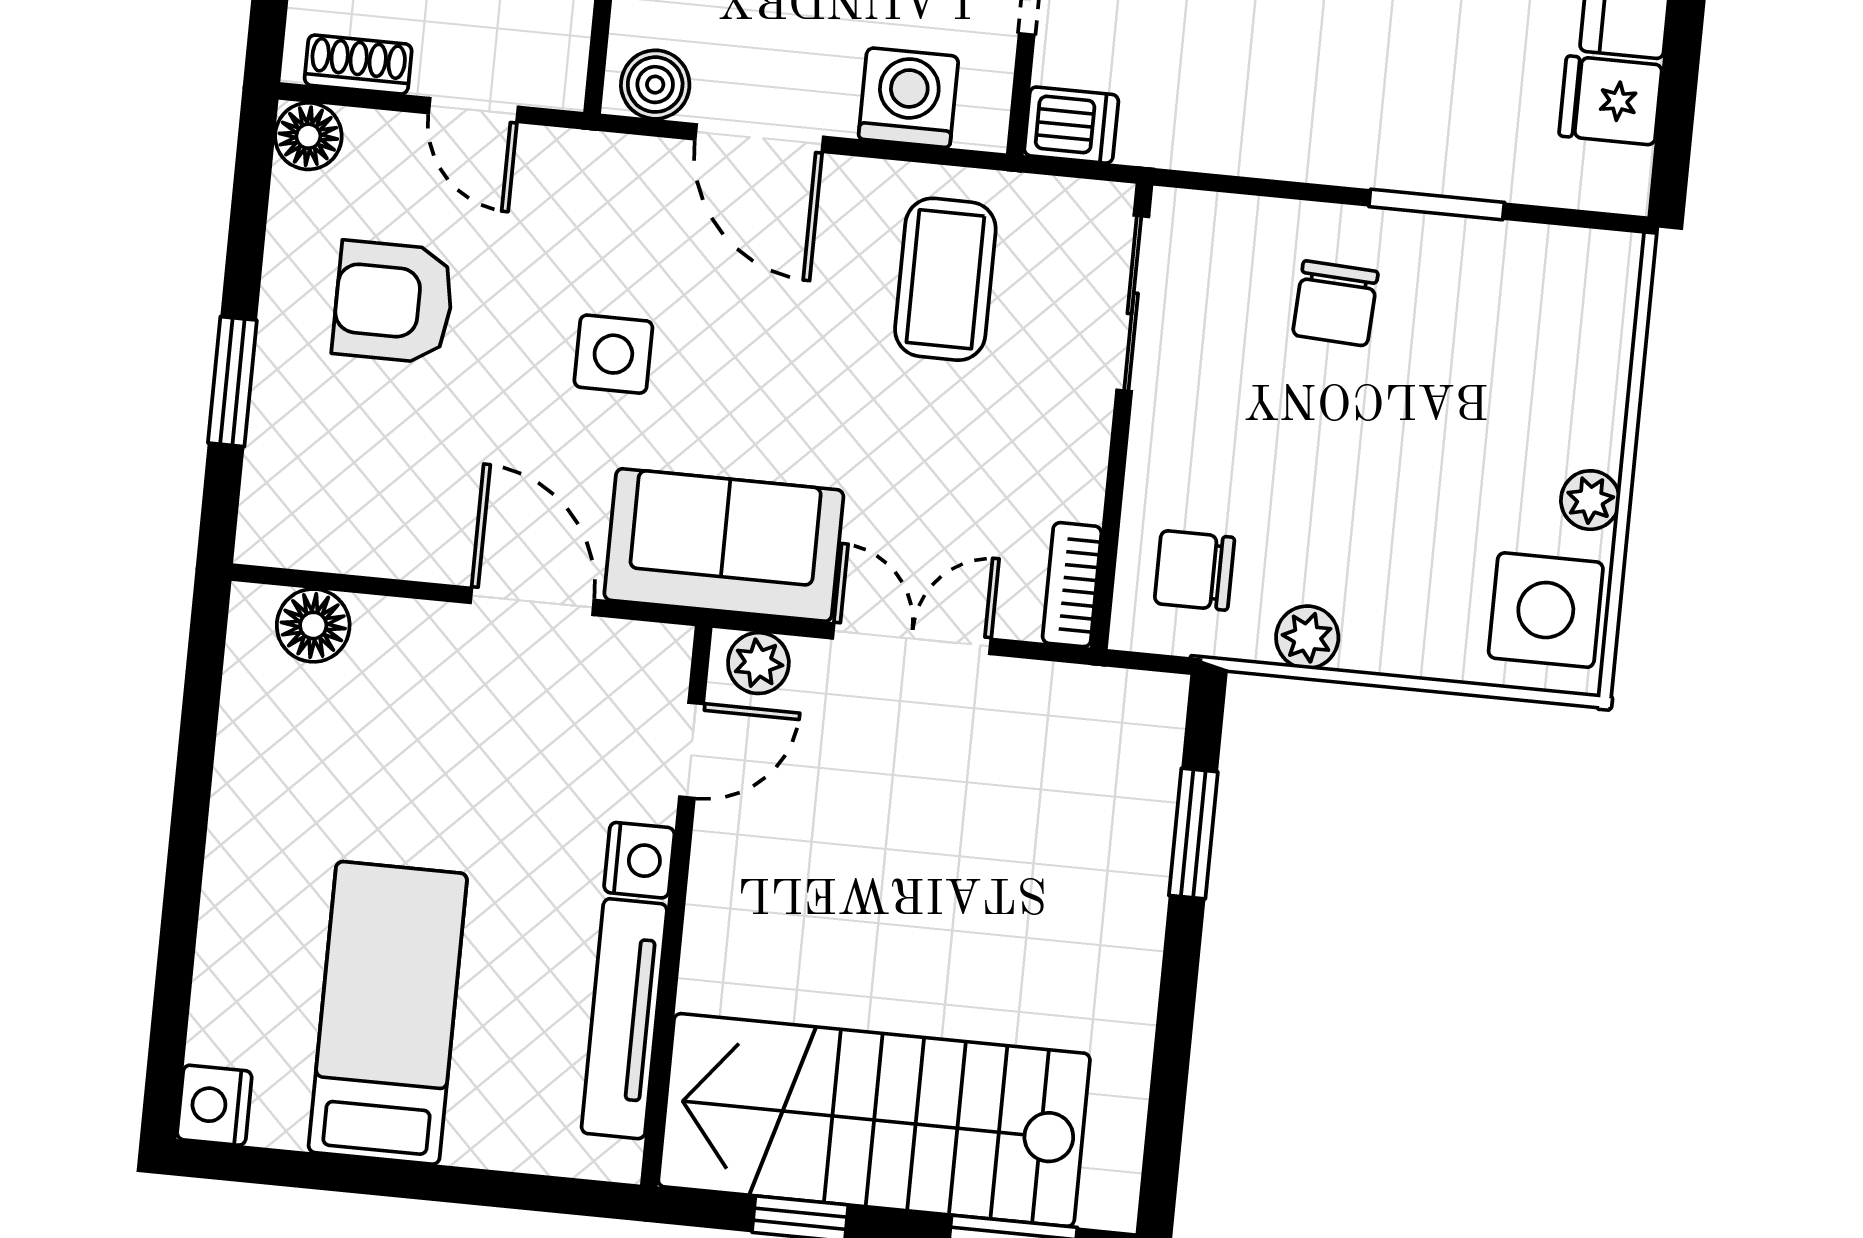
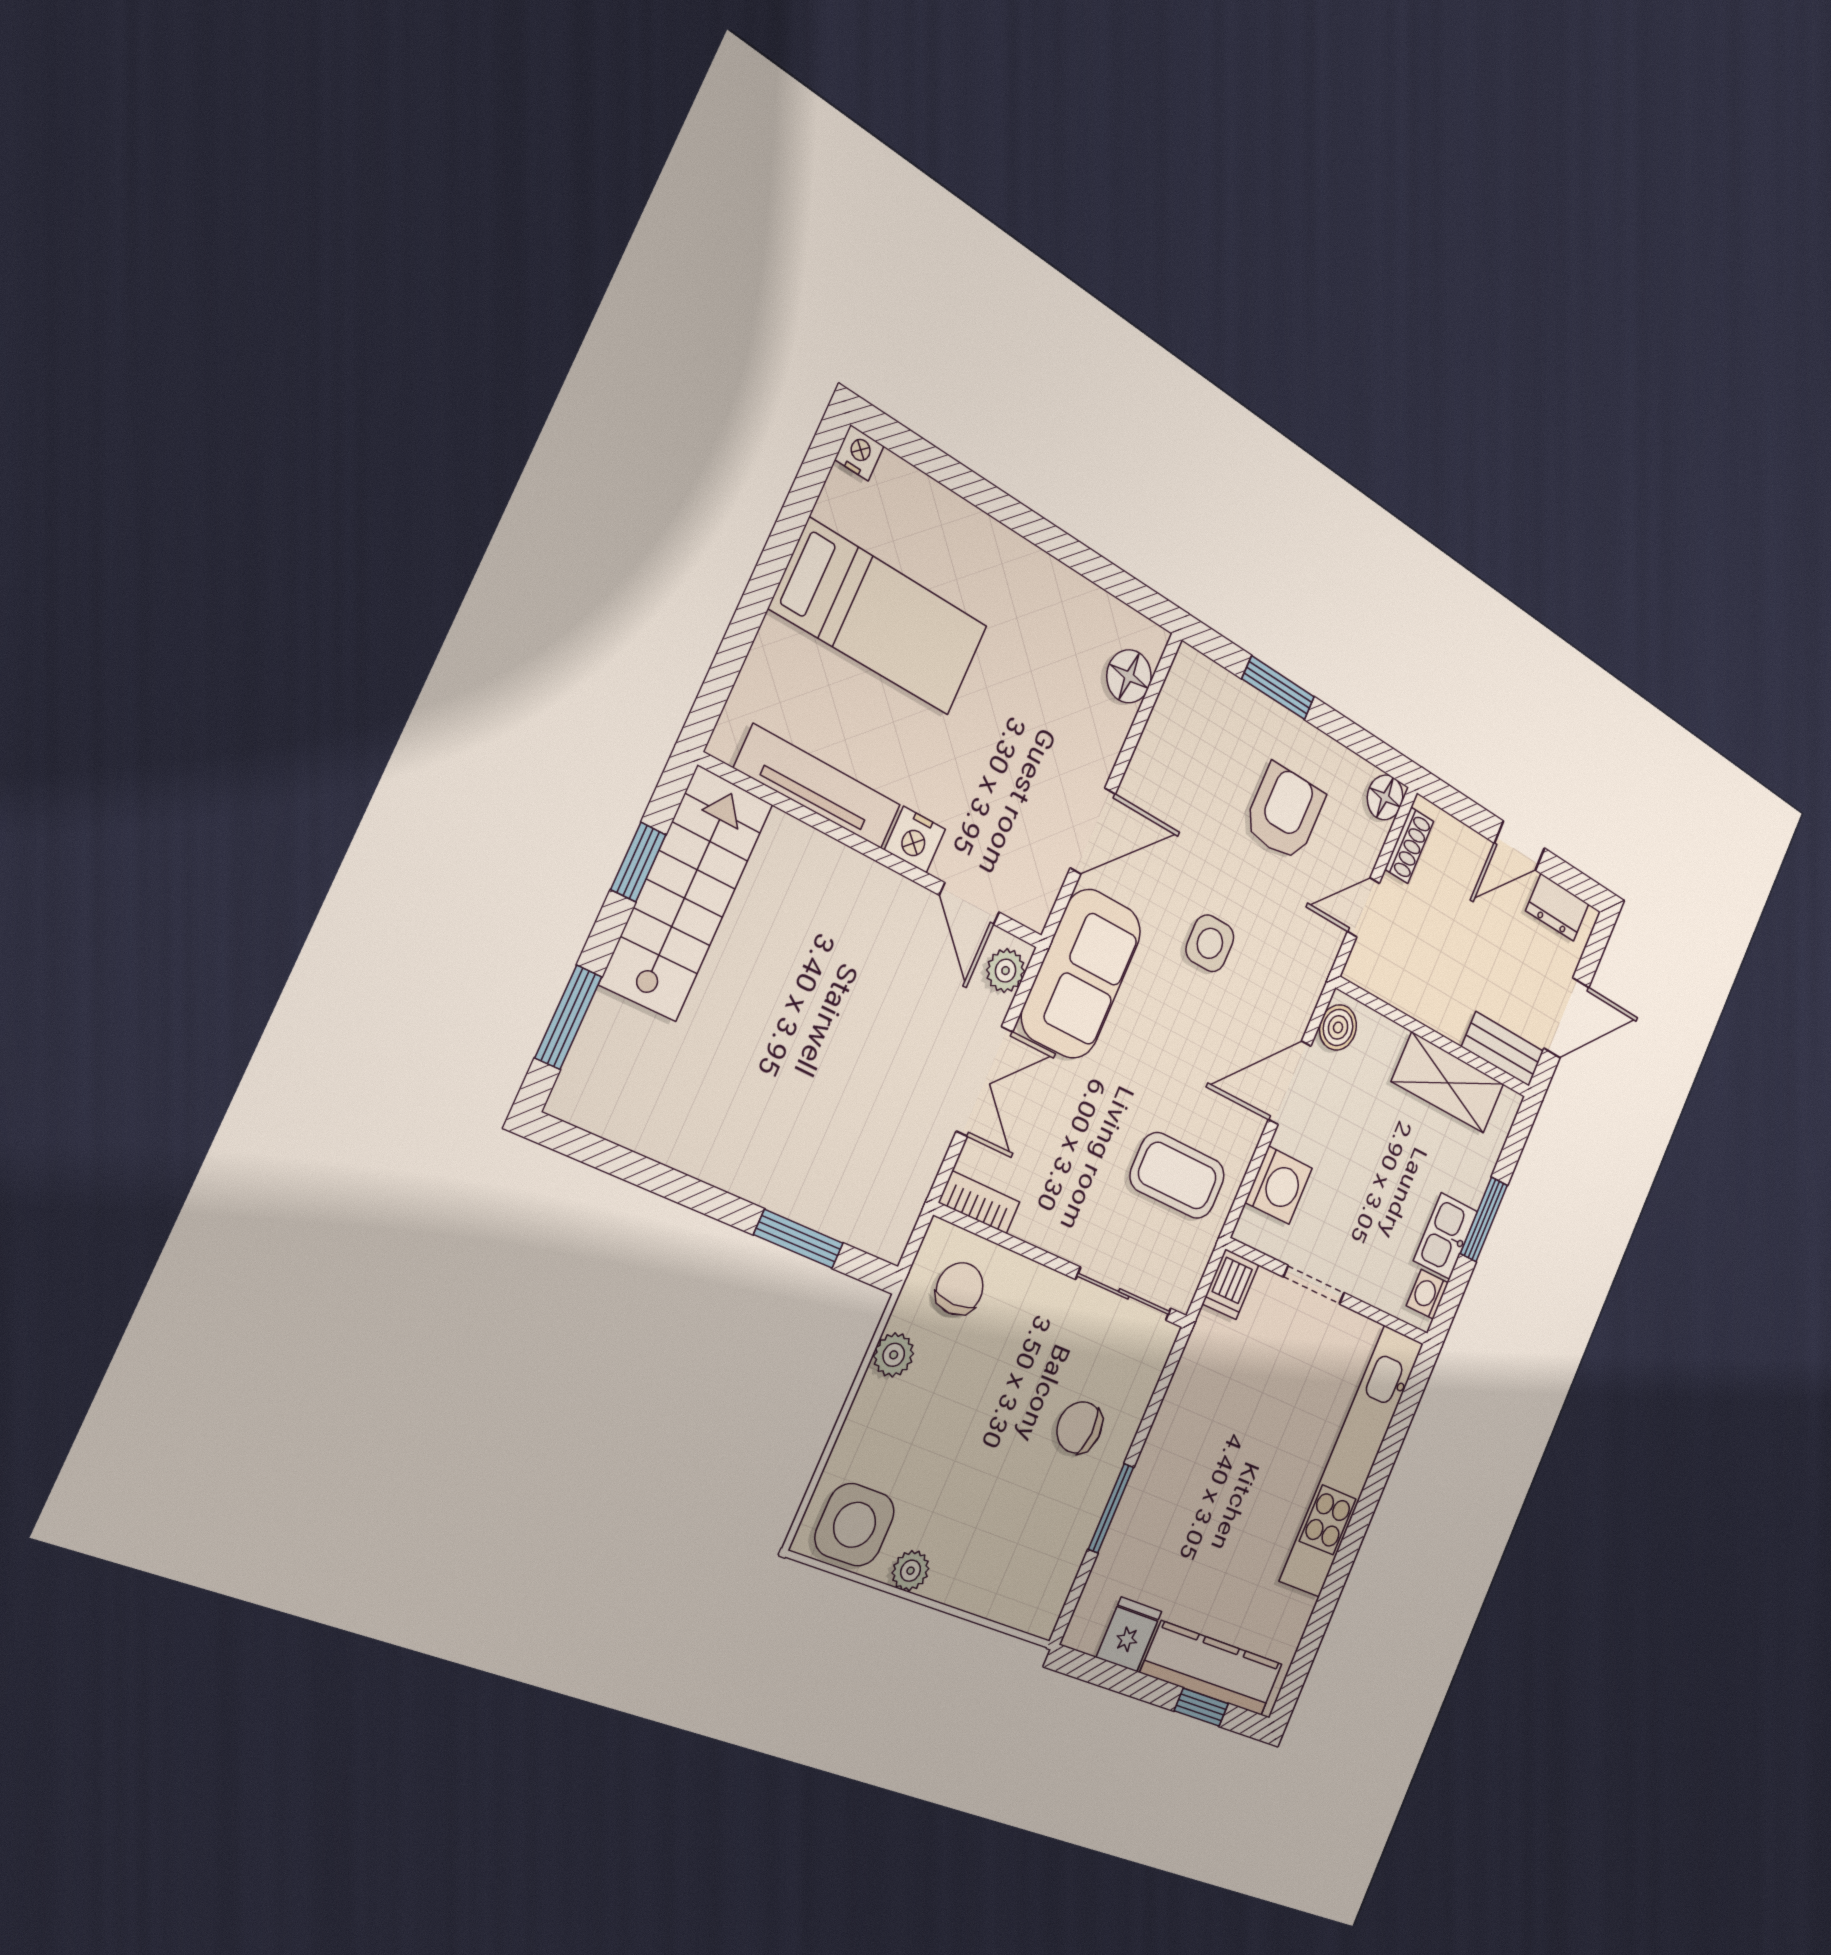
nightstand: (214, 1105) -> (859, 453), width x0.72, depth x0.74
stairs: (874, 1120) -> (686, 894), width x0.73, depth x0.66

